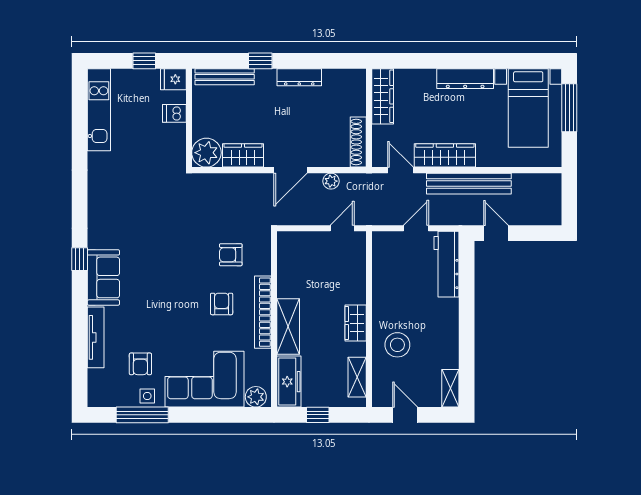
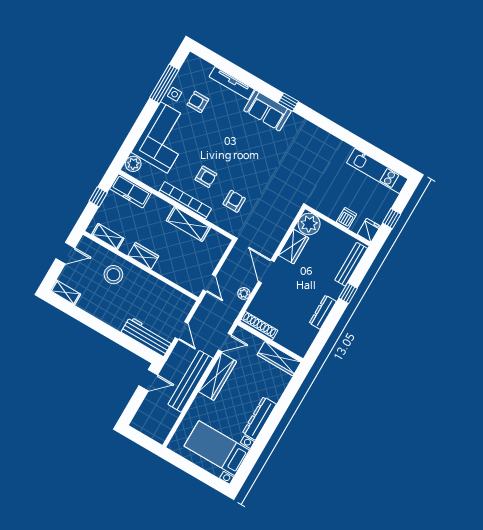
window: (569, 108) -> (201, 475), removed
shelving: (288, 326) -> (188, 224), moved

